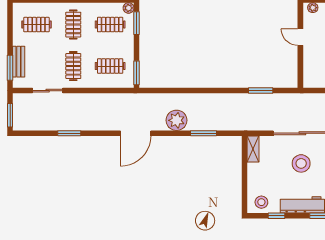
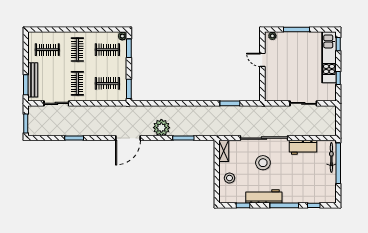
bench: (19, 62) -> (33, 80), width x1.36
stool: (261, 202) -> (229, 178), moved

